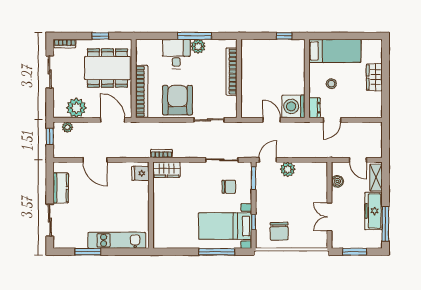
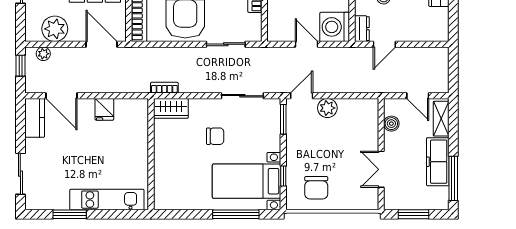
door: (95, 160) -> (61, 96), moved
fridge: (140, 173) -> (104, 109), moved, turned -90
chair: (229, 187) -> (215, 136), moved
kitchen counter: (61, 188) -> (35, 118), moved

